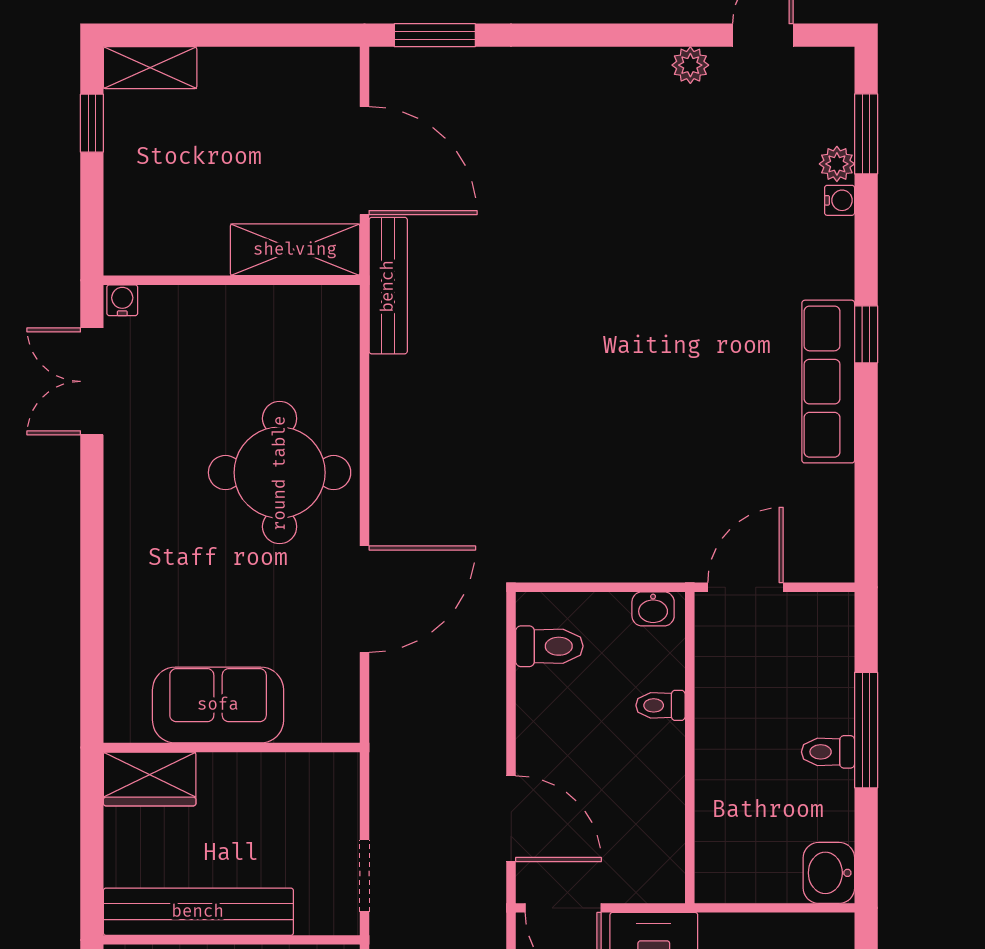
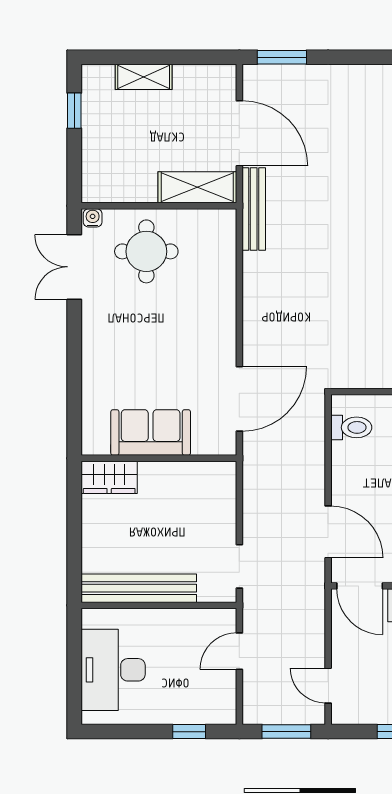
shelving: (150, 68) -> (144, 77), moved
round table: (280, 473) -> (146, 251), moved, width x0.73, depth x0.73
sofa: (218, 705) -> (151, 433), moved
wall: (232, 748) -> (159, 458), moved
wardrobe: (150, 779) -> (109, 477), moved

